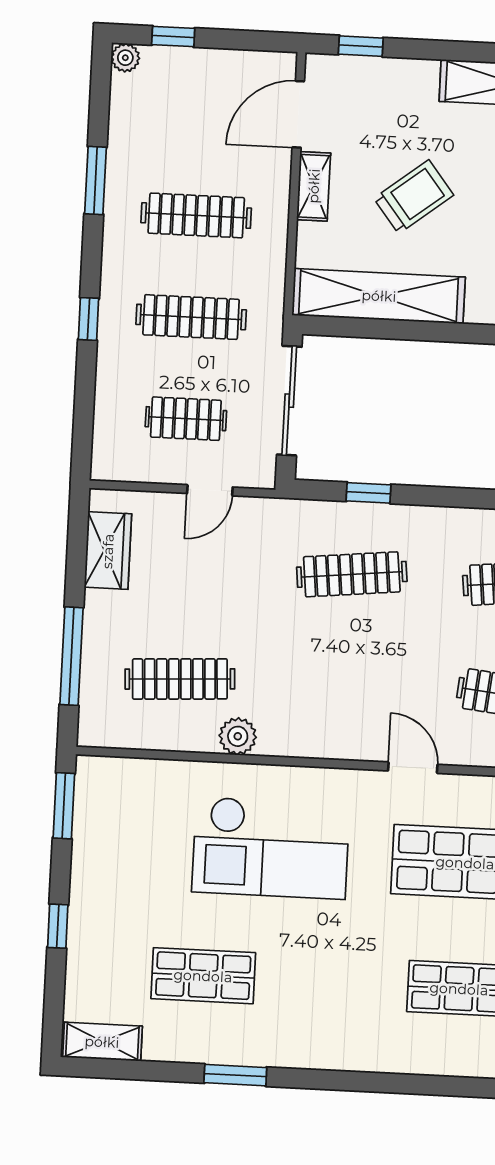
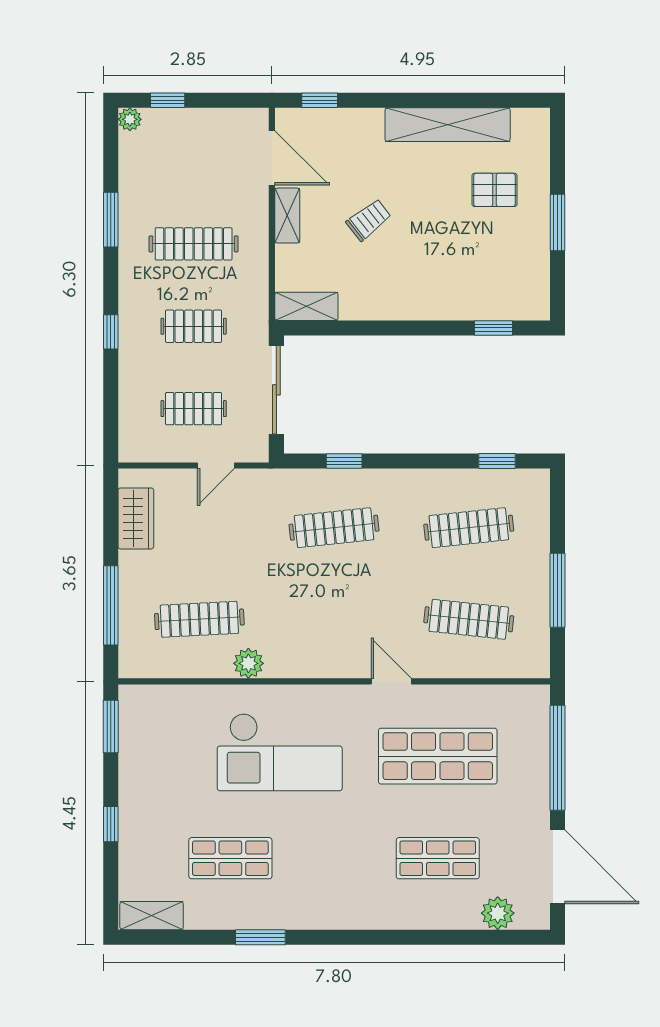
door: (298, 114) -> (272, 158), swing flipped
trolley: (414, 197) -> (369, 220), width x0.73, depth x0.72
shelving: (379, 296) -> (306, 306), width x0.45, depth x0.75
clothes rail: (191, 317) -> (194, 326), width x0.73

